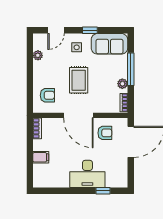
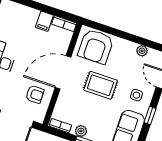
armchair: (47, 95) -> (96, 46), width x1.88, depth x1.88
armchair: (105, 133) -> (35, 94), turned -90
filing cabinet: (41, 157) -> (44, 21), moved

